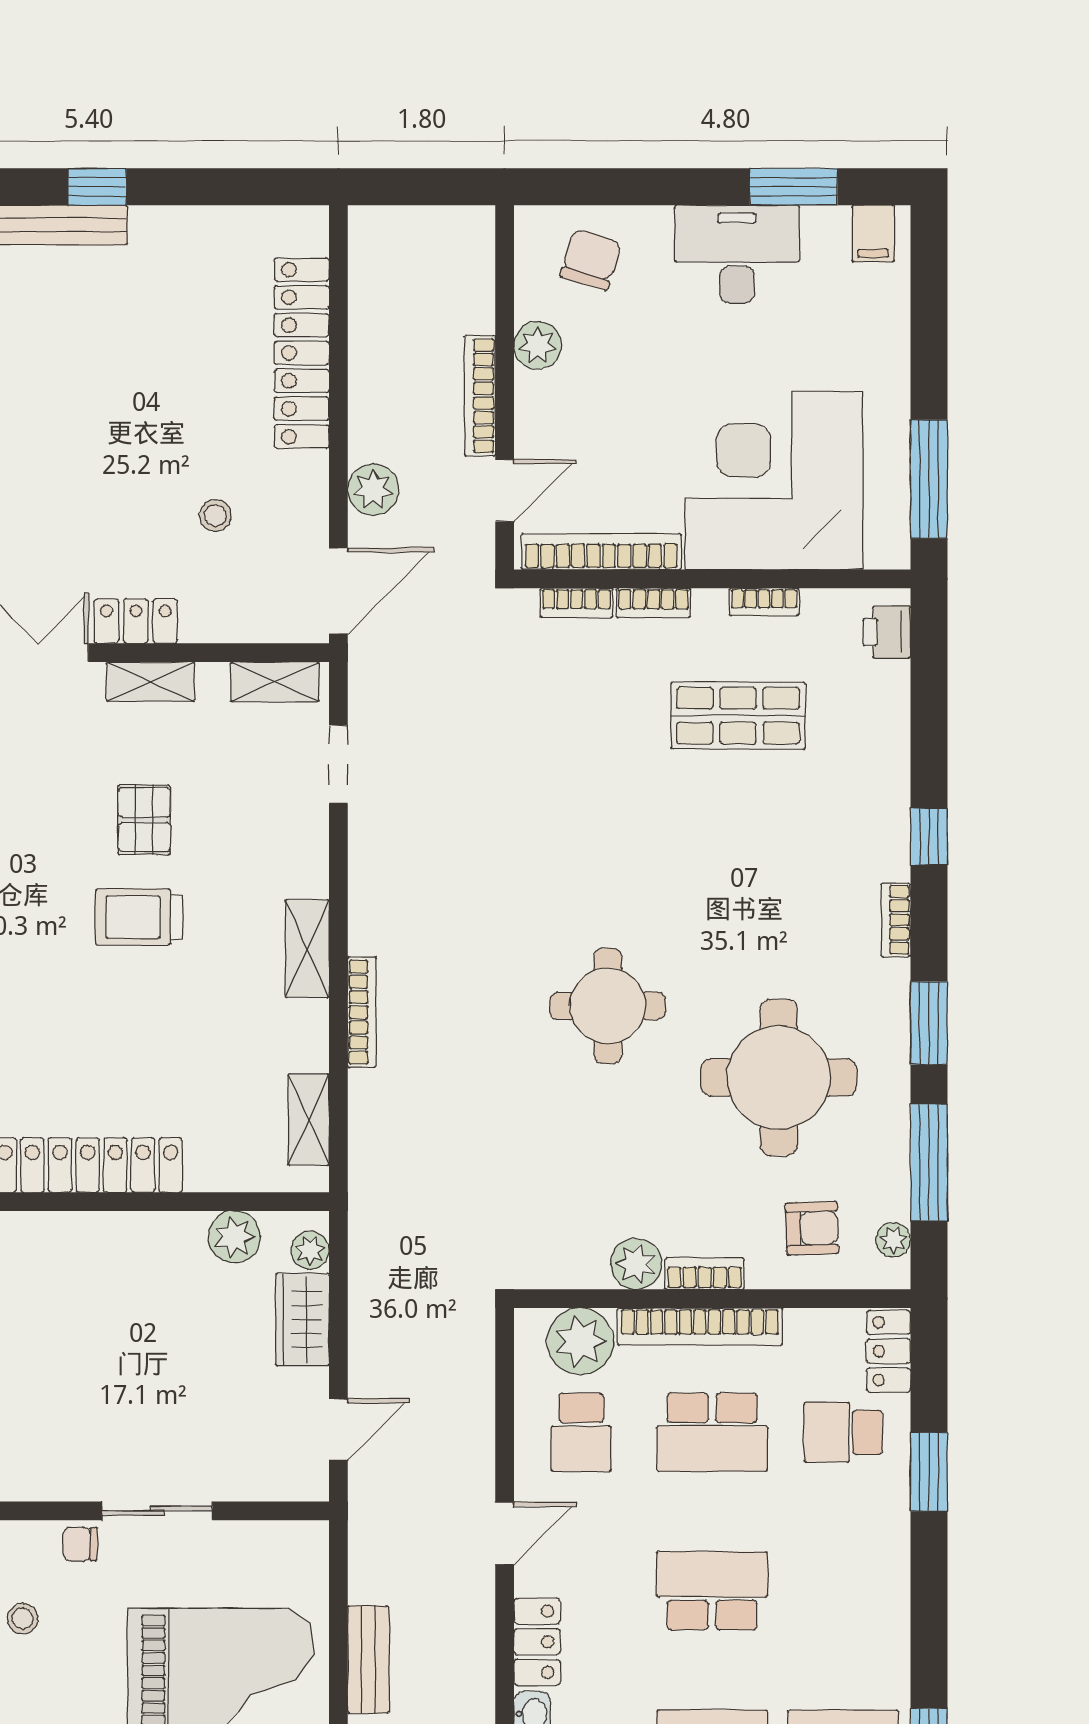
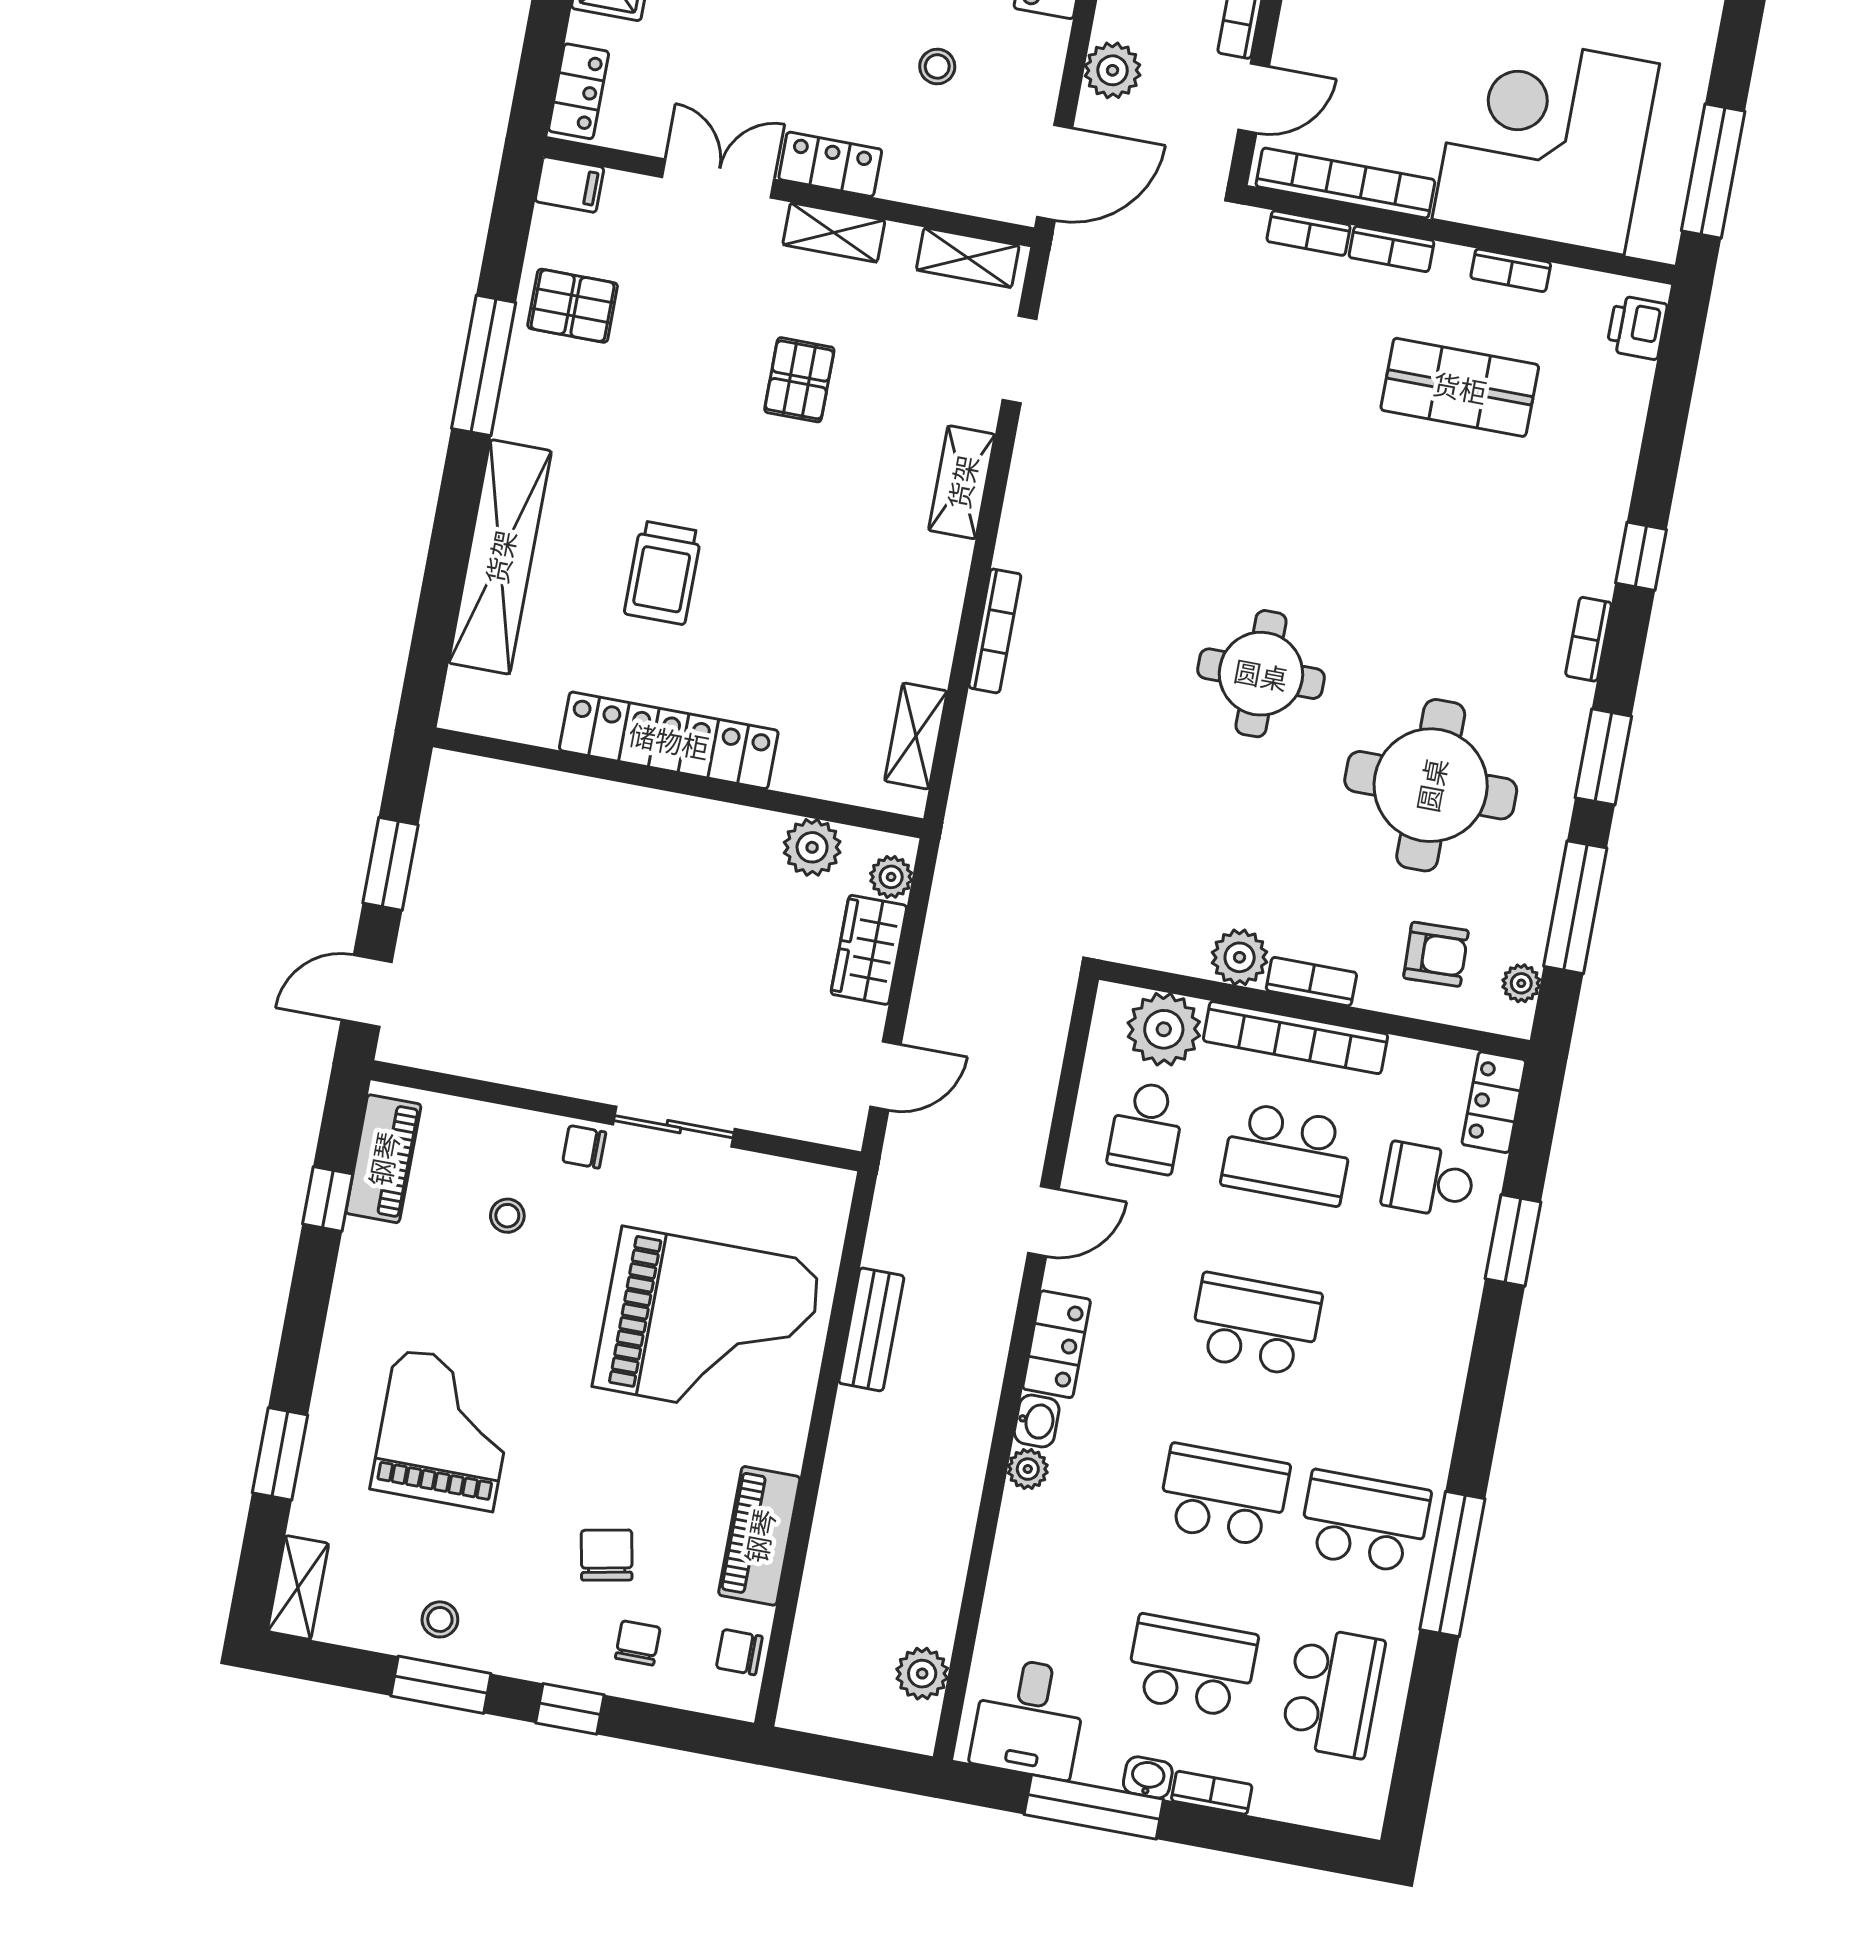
trolley: (139, 917) -> (663, 573), moved, turned -90
shelving: (307, 948) -> (962, 482), moved

